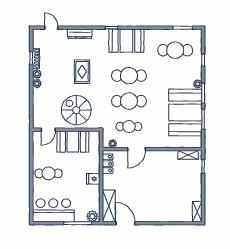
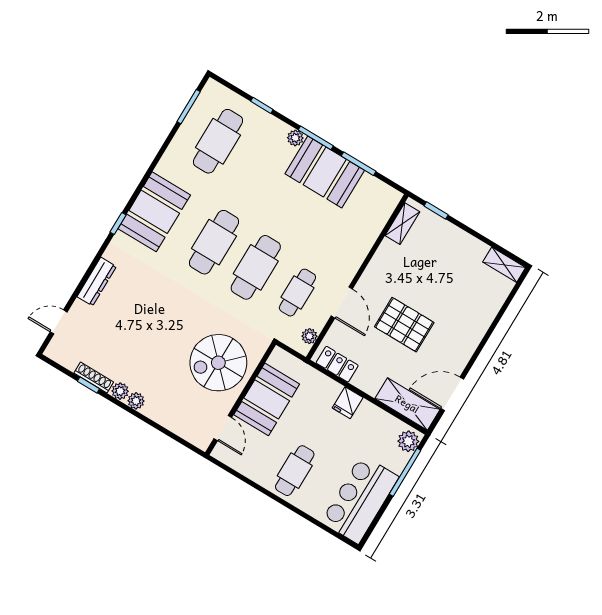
rug: (82, 72) -> (161, 315), removed
booth: (185, 112) -> (325, 172), width x0.73, depth x0.70
pallet: (143, 183) -> (404, 325), added

